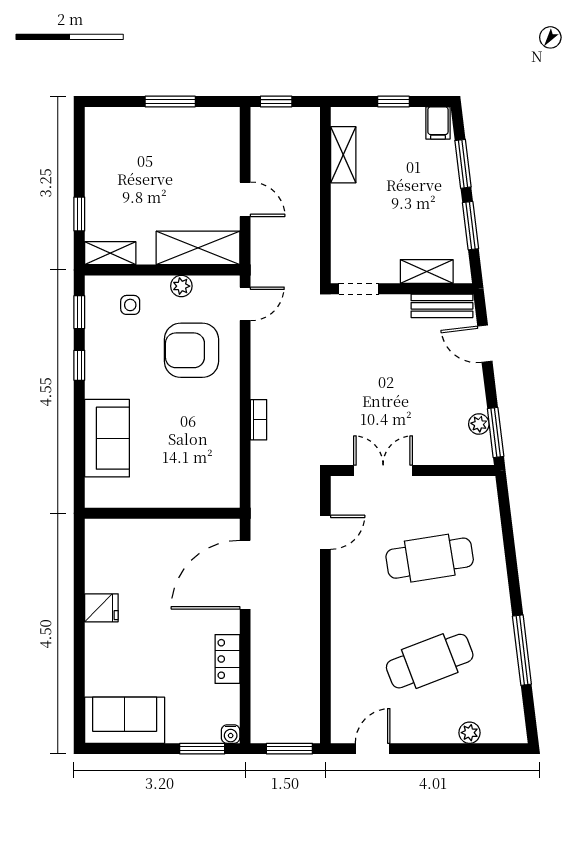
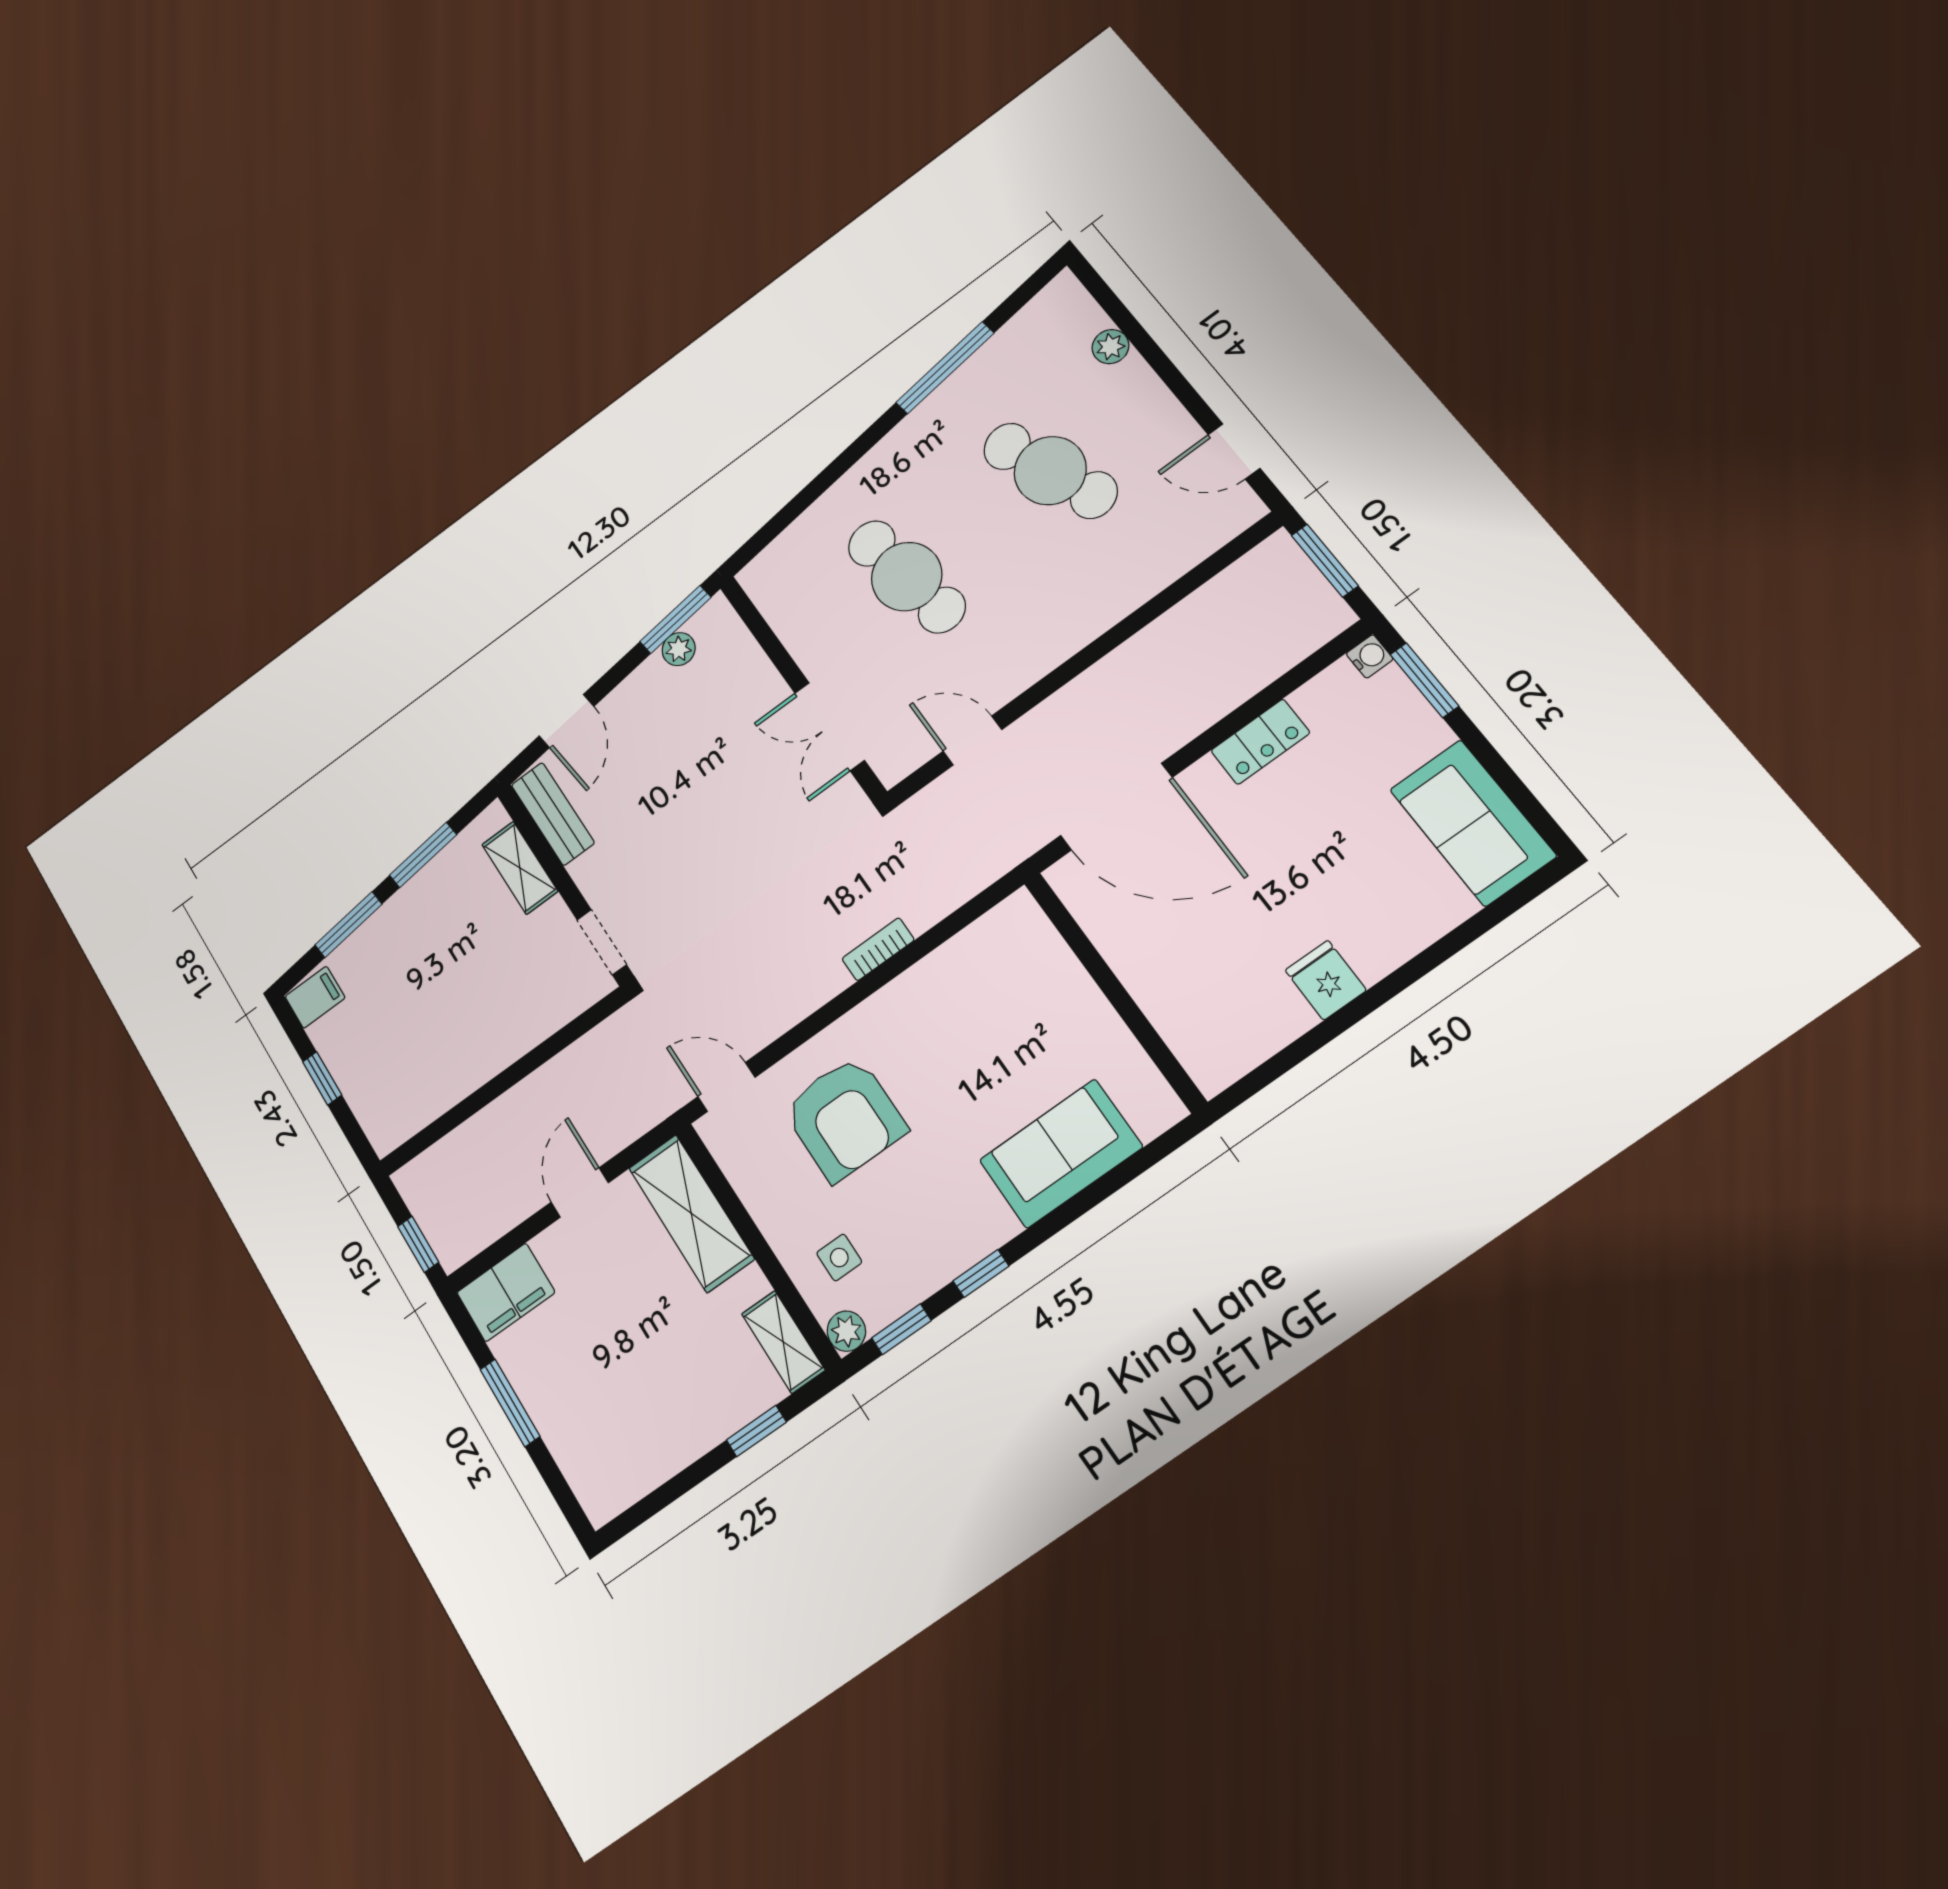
filing cabinet: (223, 132) -> (506, 1292), added
shelving: (343, 155) -> (434, 1096), removed
plant: (181, 286) -> (846, 1331), moved

